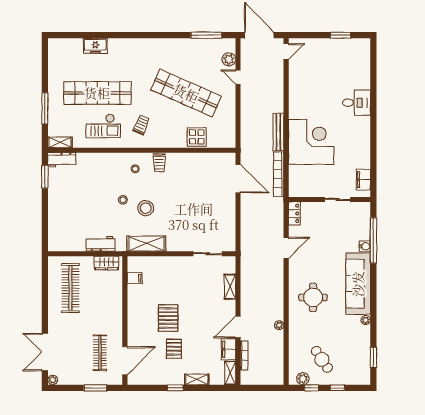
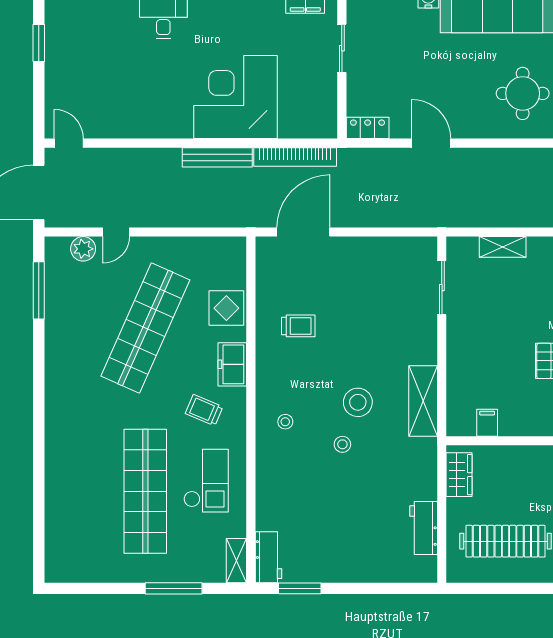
freezer: (95, 46) -> (232, 364), moved, turned 180
trolley: (159, 163) -> (298, 326), moved
workbench: (101, 244) -> (424, 528), moved

